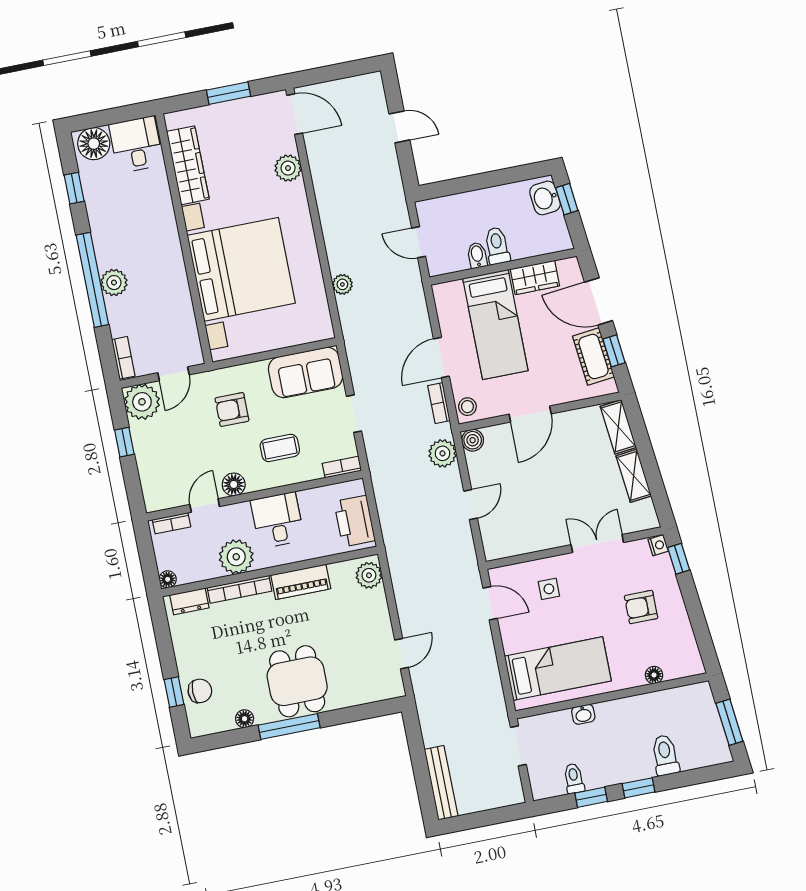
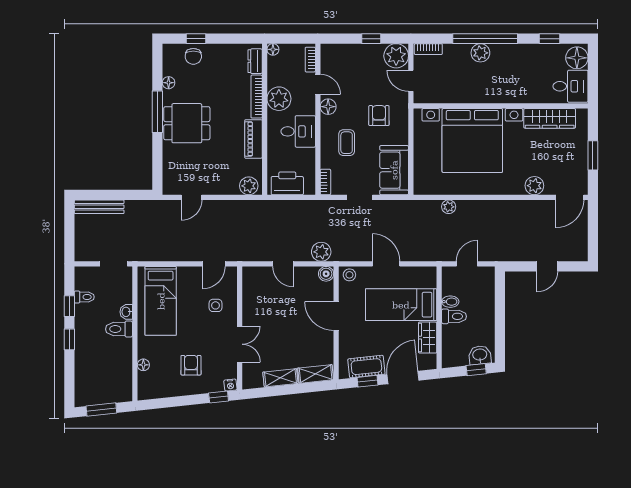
bookcase: (439, 403) -> (356, 256), removed
door: (402, 654) -> (192, 197), hinge flipped
toilet: (665, 755) -> (119, 329), moved, turned 180

